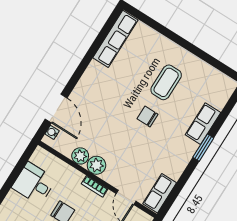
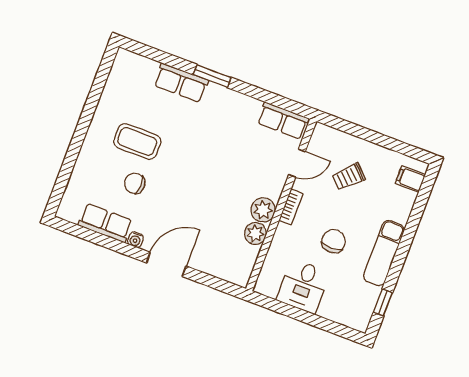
row of seats: (115, 39) -> (105, 223), width x0.68
door: (56, 109) -> (166, 264), moved
chair: (148, 117) -> (135, 183), moved, turned 90
water cooler: (52, 132) -> (135, 240), moved

